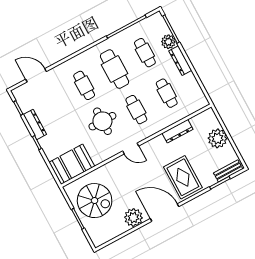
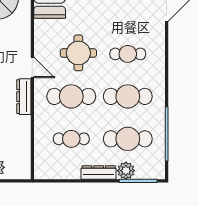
cafe table: (145, 53) -> (128, 139), width x1.37, depth x1.35
cafe table: (136, 110) -> (71, 96), width x1.37, depth x1.35
dresser: (178, 131) -> (24, 97), moved
door: (131, 149) -> (32, 68), swing flipped

